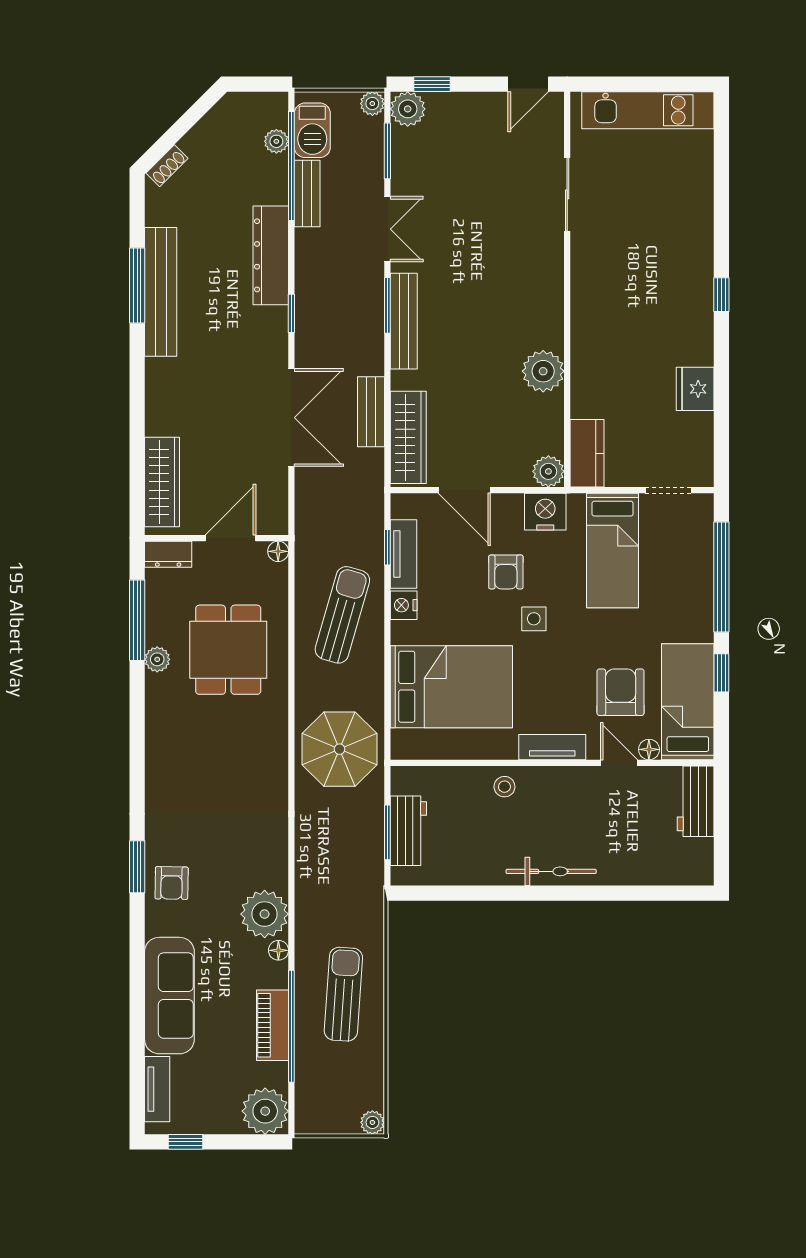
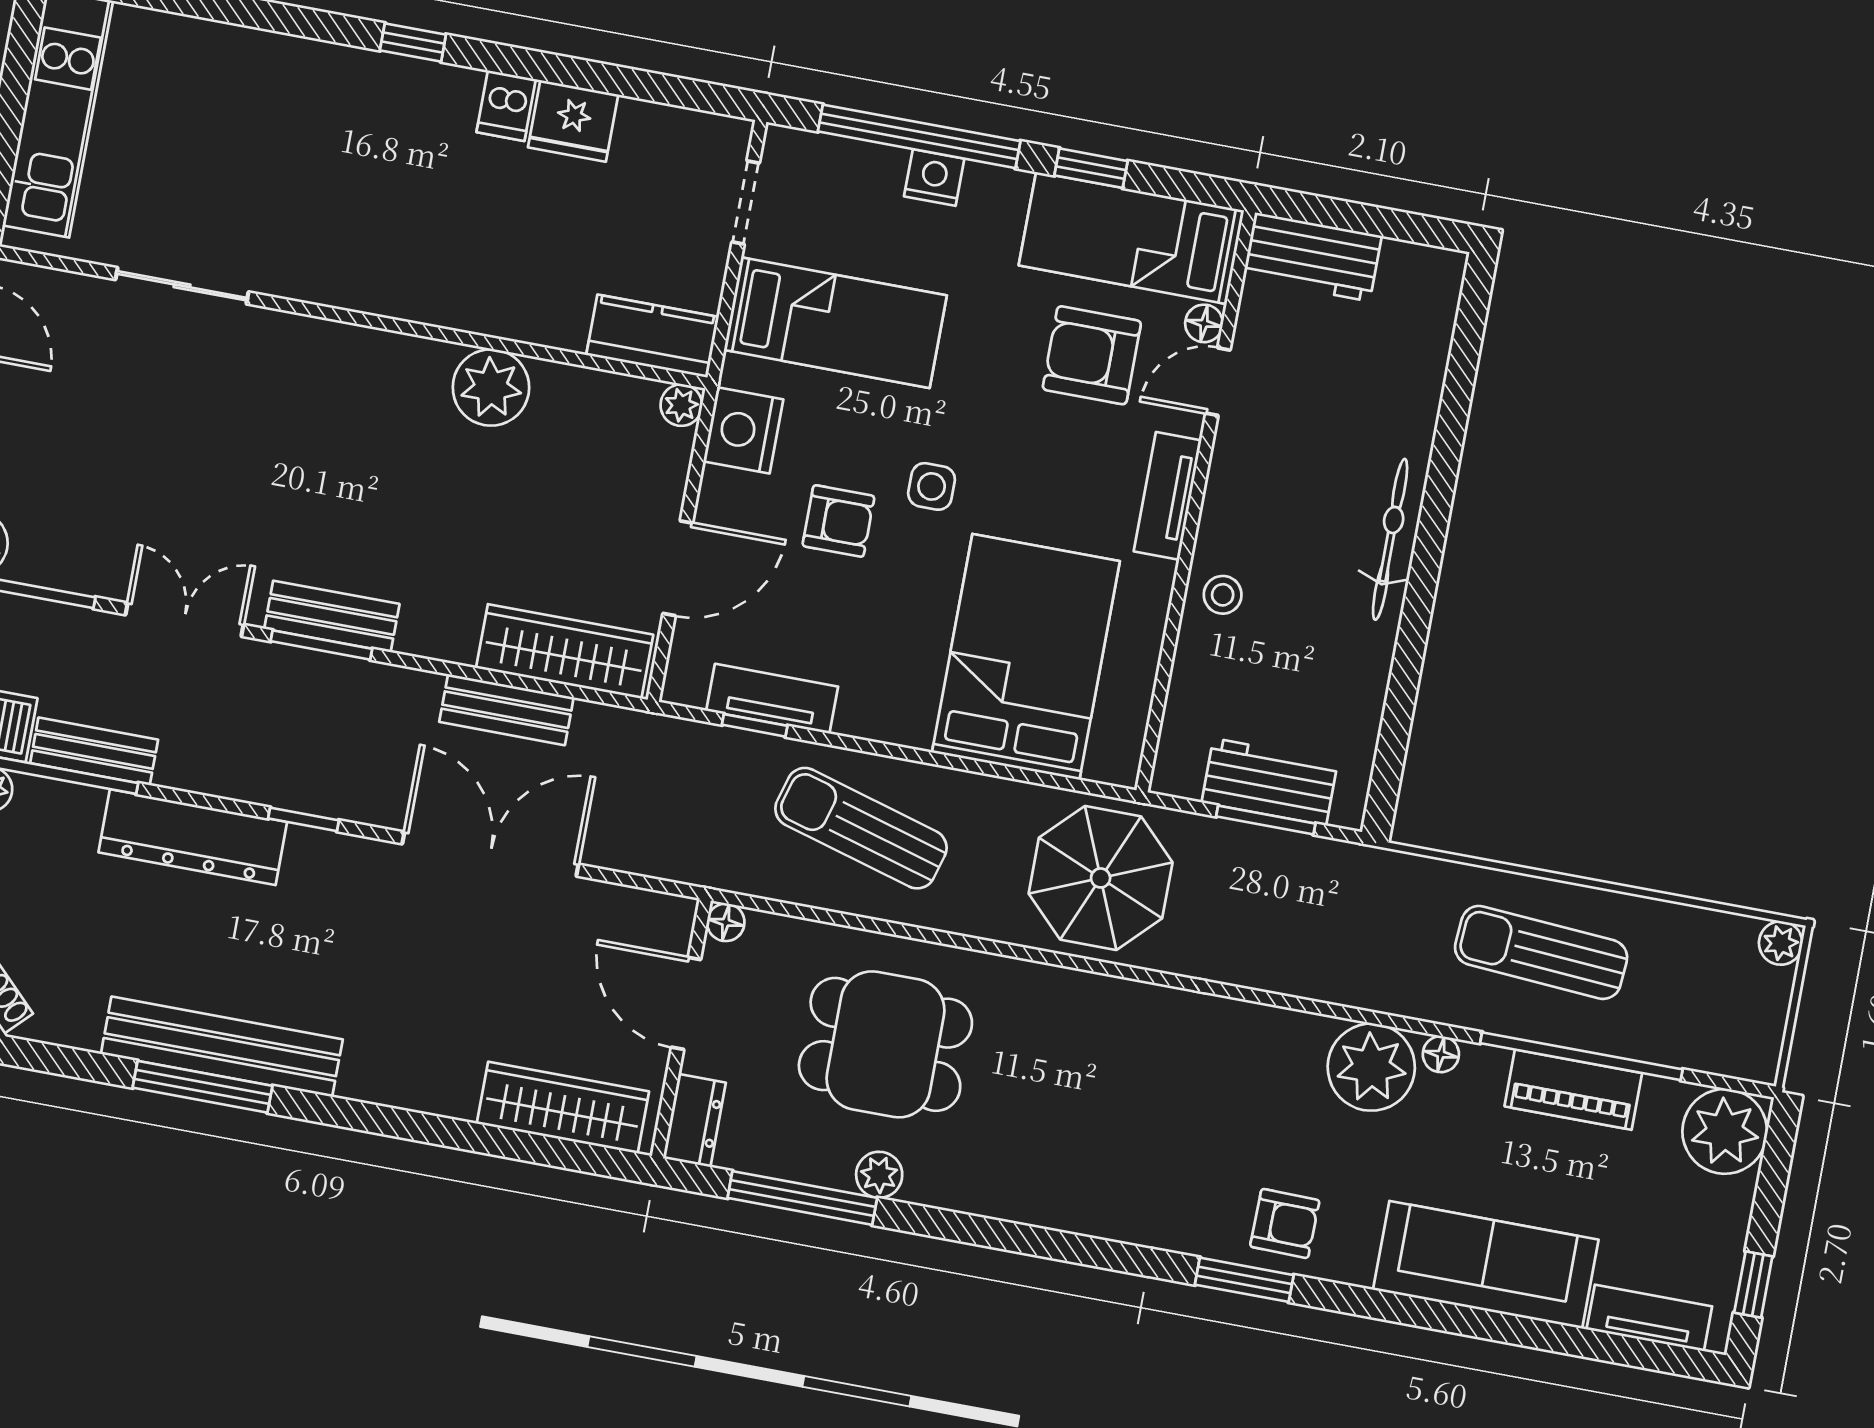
bench: (404, 321) -> (332, 616), width x0.73
dishwasher: (697, 351) -> (506, 106), added
plant: (548, 471) -> (681, 405), width x0.73, depth x0.73
nightstand: (404, 605) -> (934, 178), moved, turned 180

